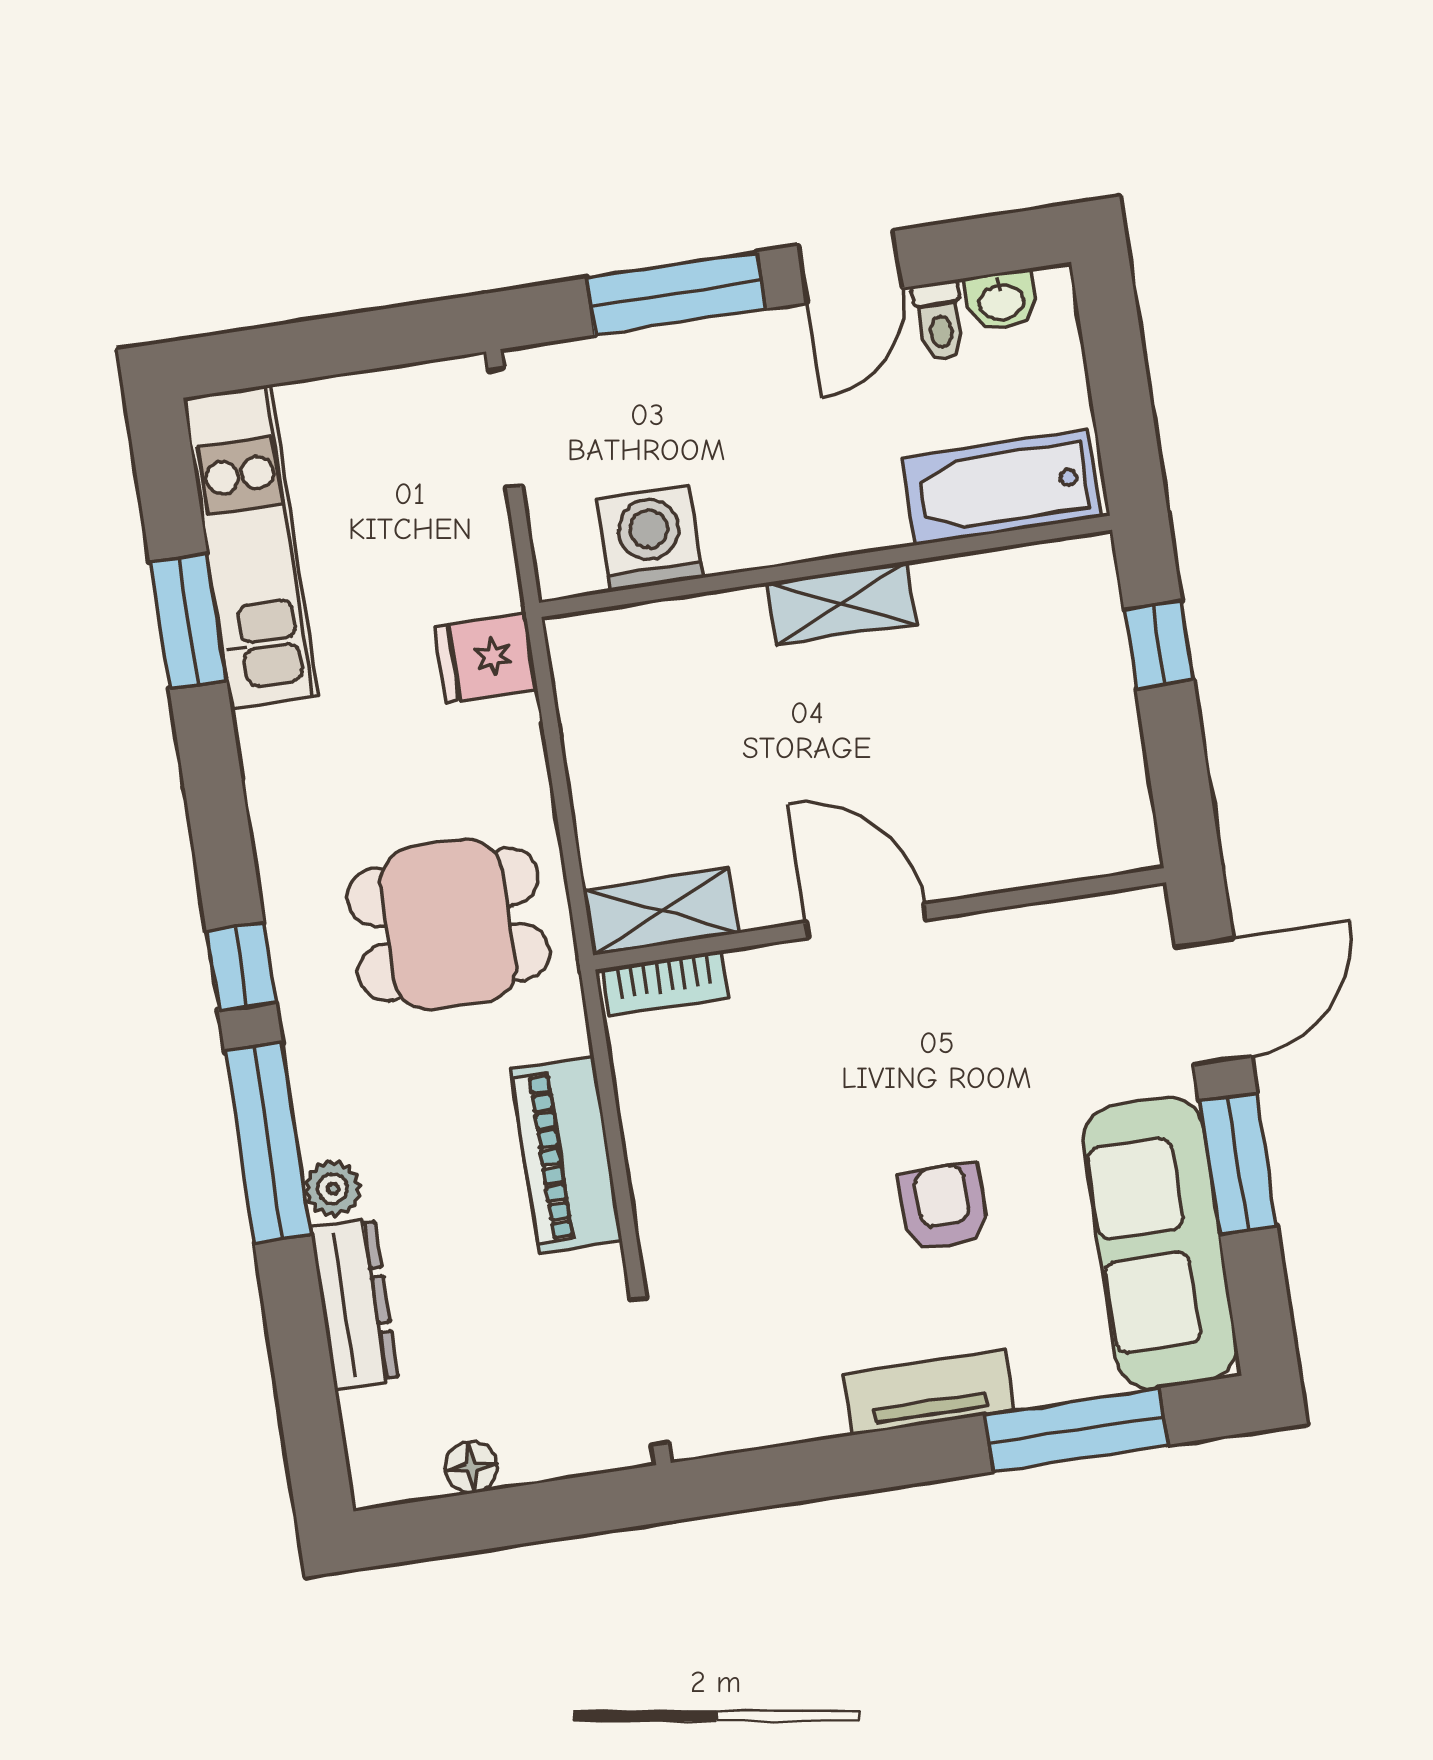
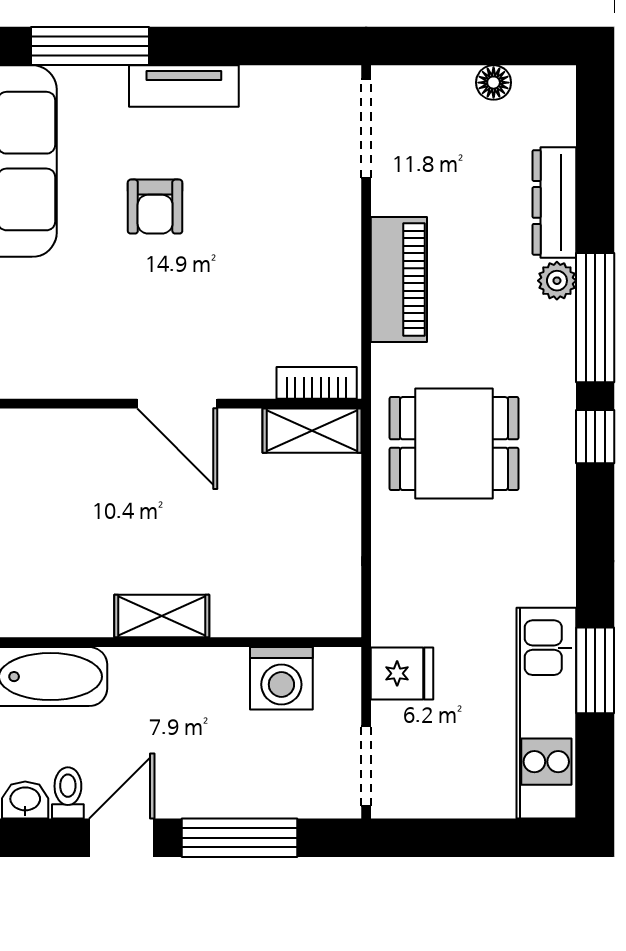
fridge: (486, 658) -> (402, 673), moved

